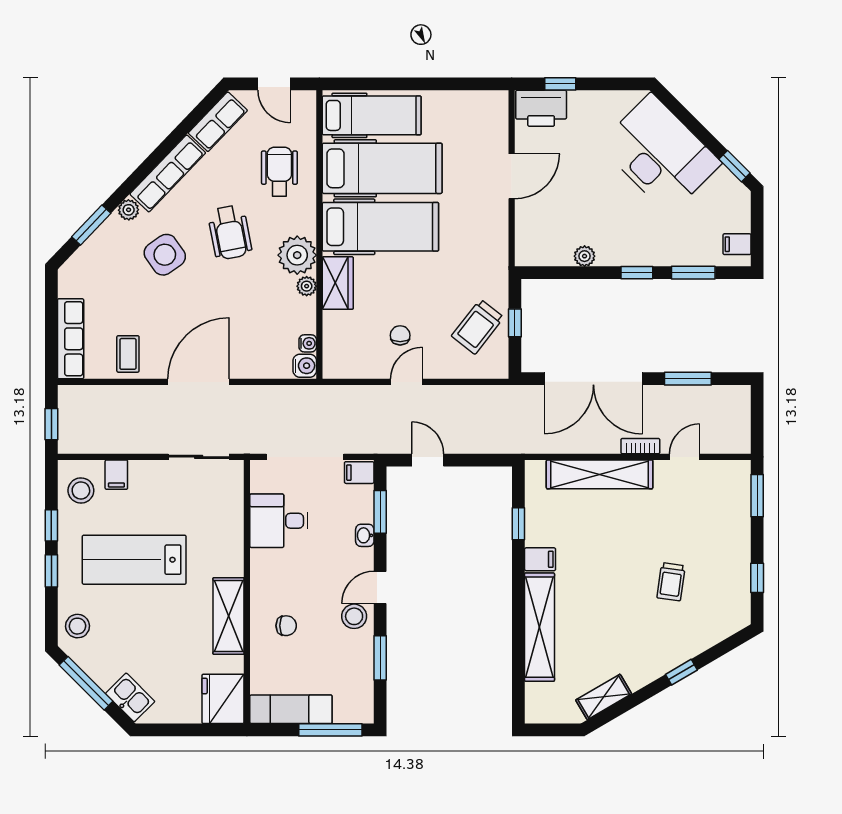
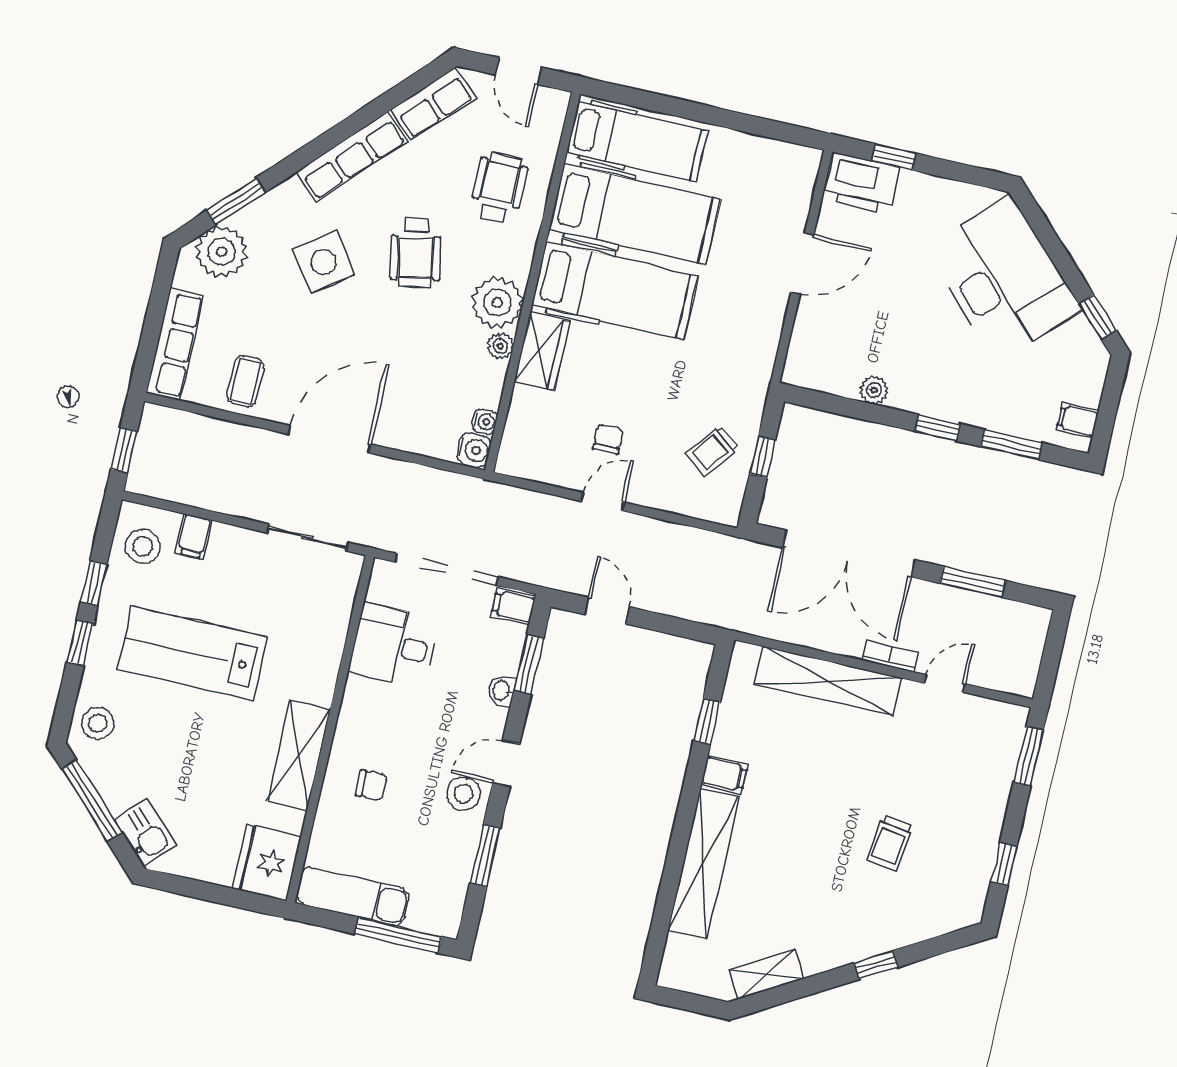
plant: (129, 210) -> (222, 252), moved, width x1.87, depth x1.87
trolley: (478, 327) -> (712, 451), width x0.73, depth x0.72

